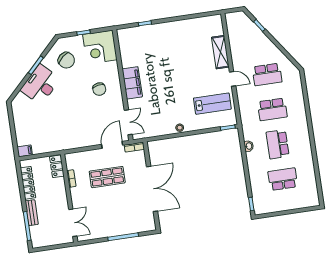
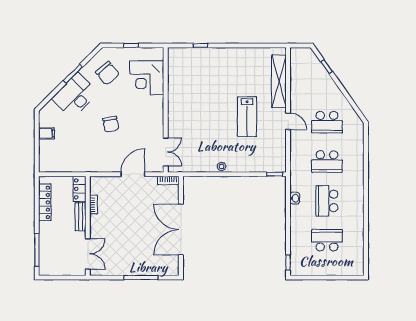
corner desk: (100, 47) -> (147, 78), moved
shelving: (220, 52) -> (279, 81), width x1.47
filing cabinet: (132, 83) -> (176, 109), removed
chair: (99, 89) -> (111, 124), moved
lab bench: (212, 104) -> (247, 117), moved, turned 90
door: (112, 145) -> (133, 174), moved
filing cabinet: (25, 151) -> (47, 133), moved
shop shelf: (107, 177) -> (133, 209), removed
double door: (152, 189) -> (181, 230), swing flipped
bench: (32, 213) -> (81, 217), moved

